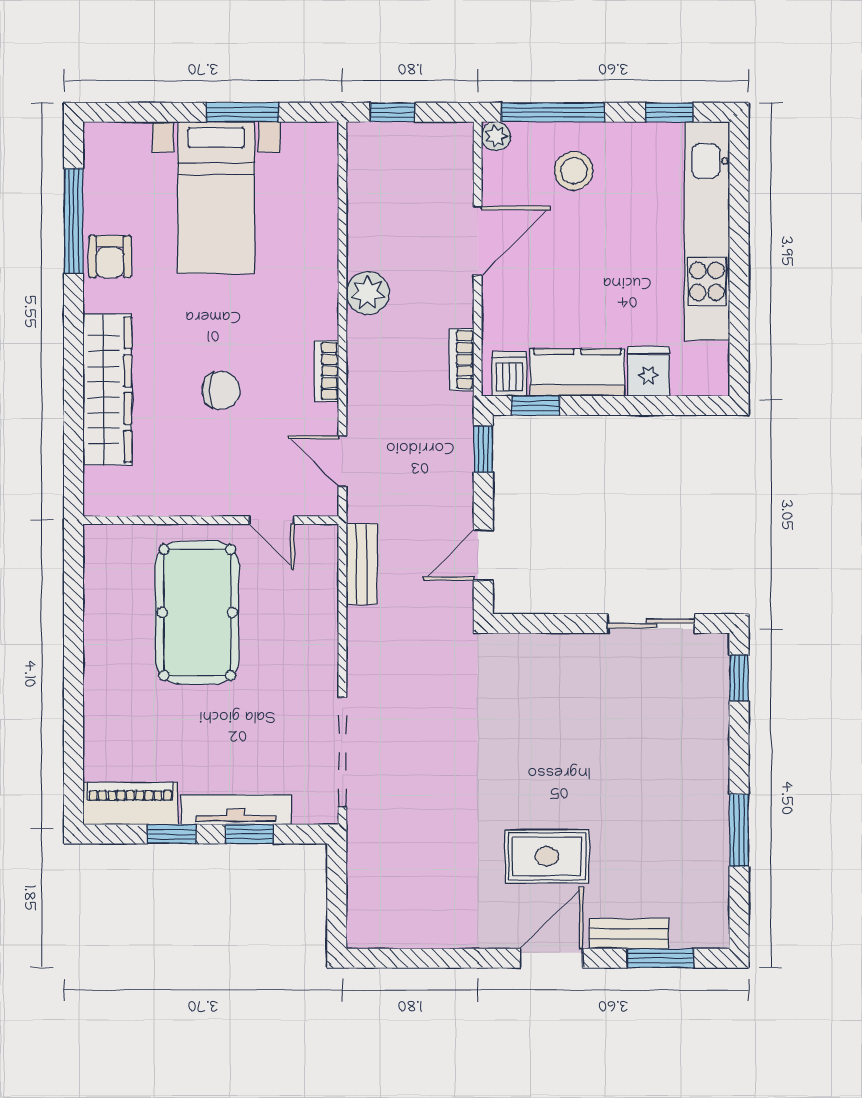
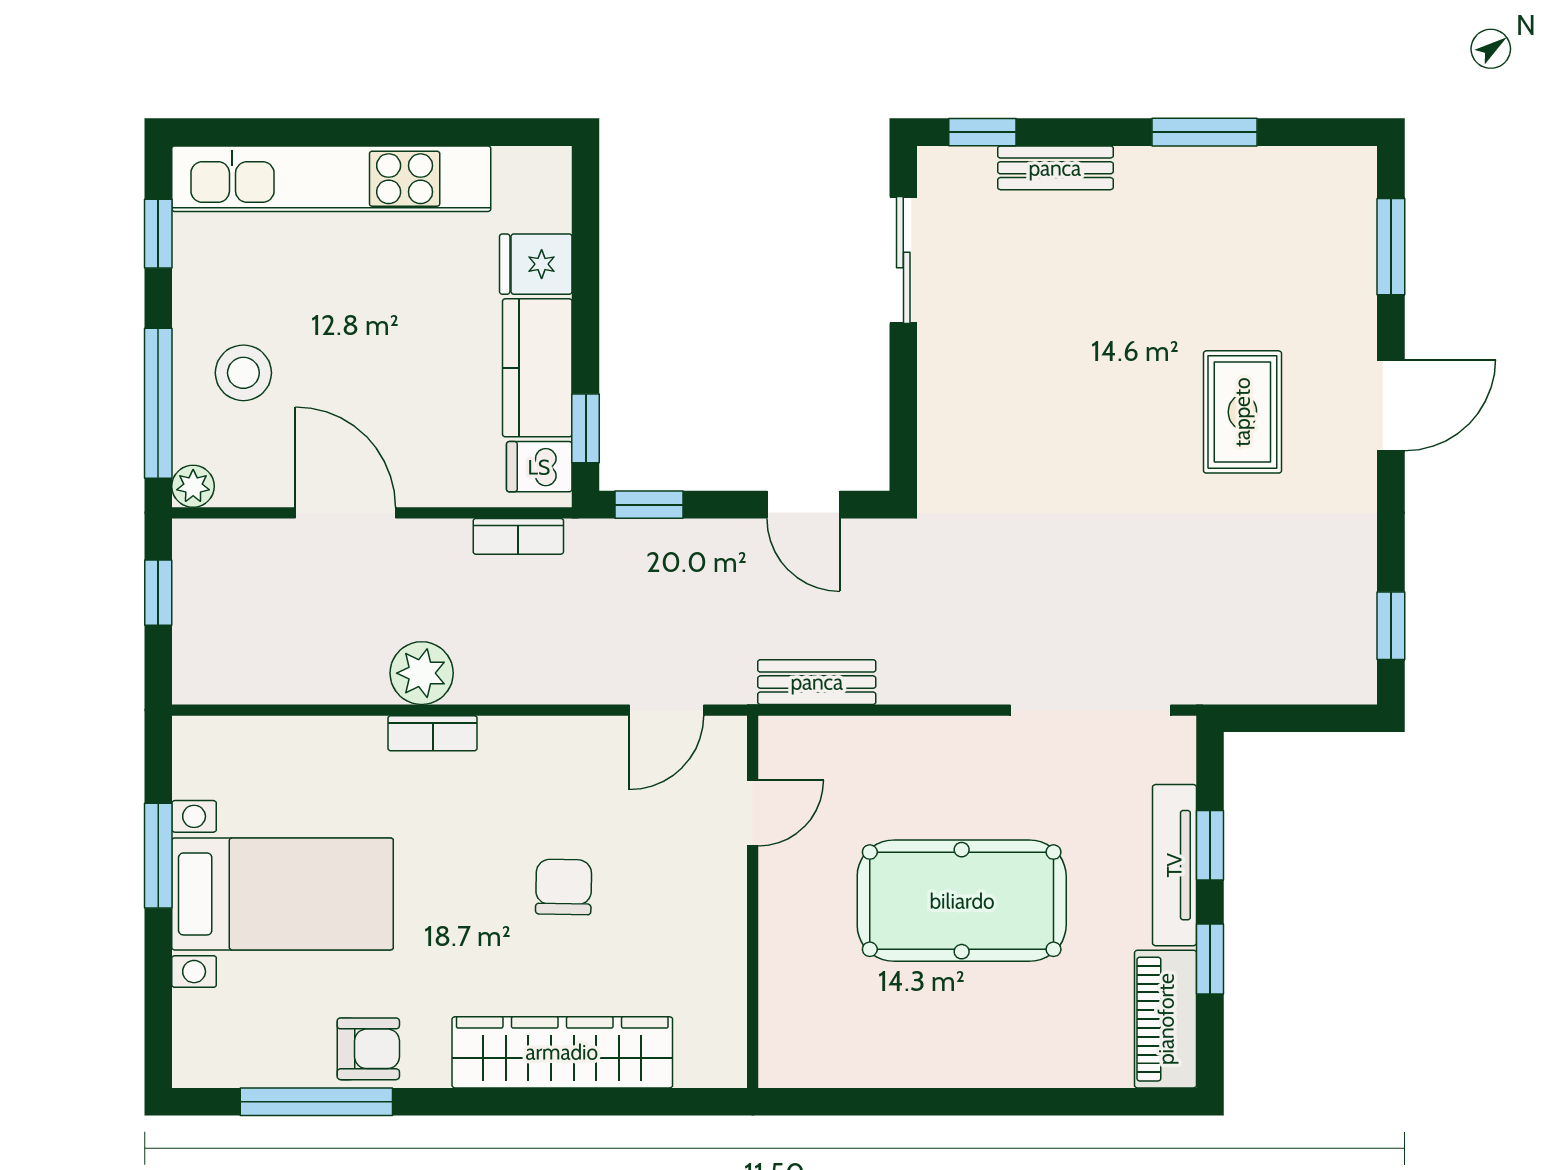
window: (393, 112) -> (158, 593), moved
bookcase: (326, 371) -> (433, 733), moved
pool table: (197, 612) -> (962, 901), moved
bench: (629, 934) -> (1055, 168), moved, turned 90
window: (400, 958) -> (1391, 626), added
door: (552, 958) -> (1391, 405), swing flipped

